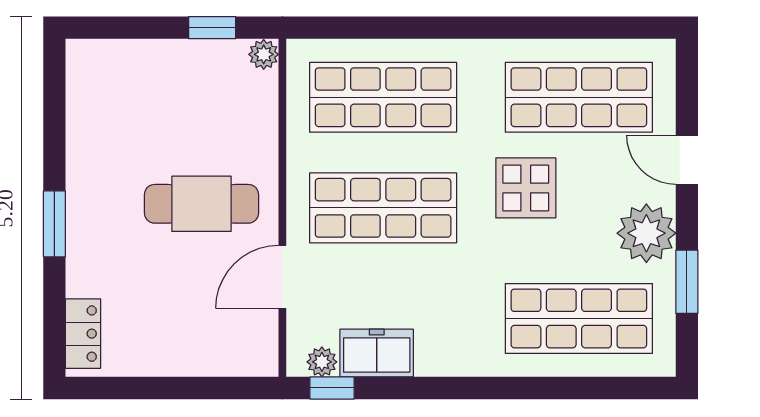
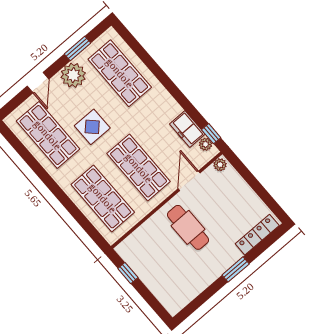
plant: (264, 54) -> (220, 165), moved
door: (282, 277) -> (189, 181), swing flipped
locker: (83, 334) -> (257, 235), width x1.53

